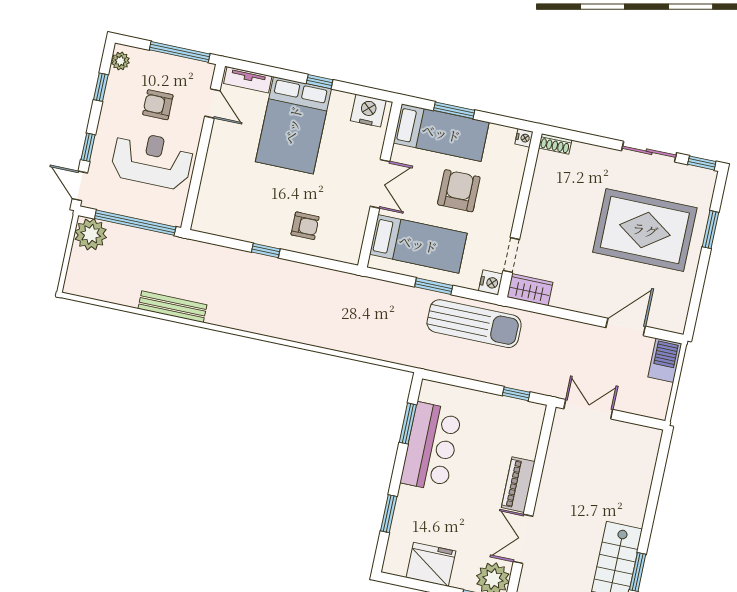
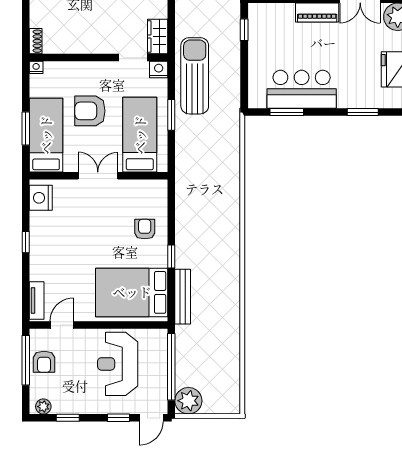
armchair: (158, 105) -> (44, 362), moved
bed: (293, 125) -> (132, 292), moved, turned 180
bench: (172, 307) -> (183, 297), moved

